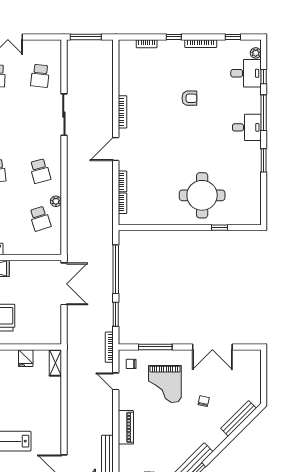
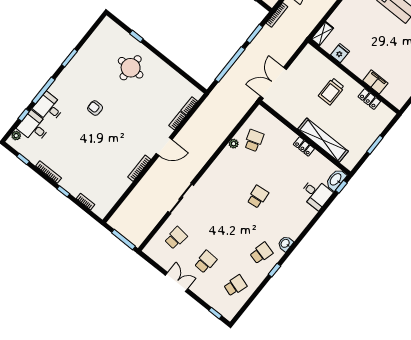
armchair: (189, 98) -> (95, 108), moved
desk: (247, 127) -> (49, 107), moved
school desk: (40, 171) -> (228, 173), removed
round table: (202, 195) -> (131, 68), width x0.73, depth x0.73

